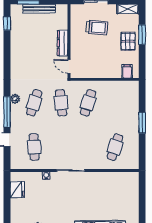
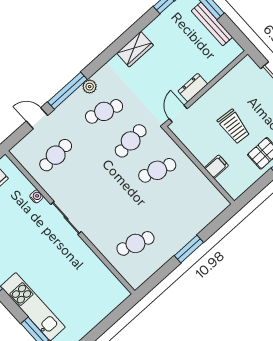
trolley: (97, 27) -> (234, 127), moved
dresser: (63, 43) -> (193, 88), width x0.70
wardrobe: (17, 59) -> (135, 49), added
filing cabinet: (127, 71) -> (216, 167), moved

